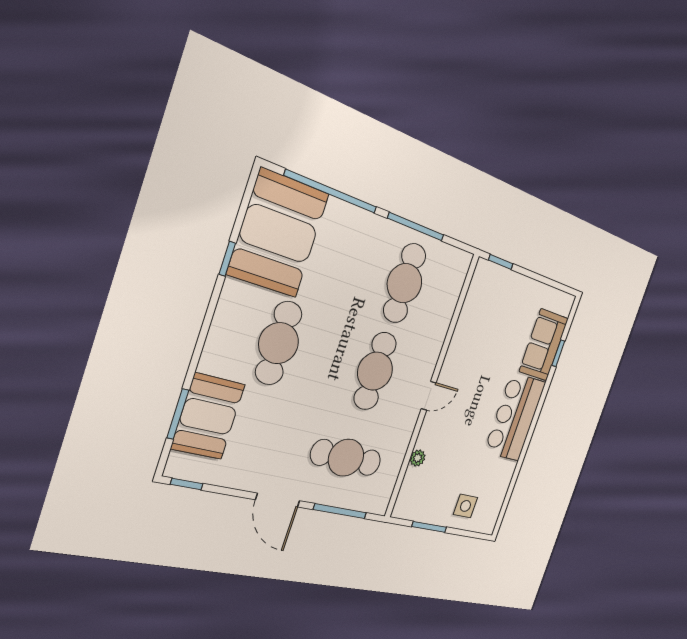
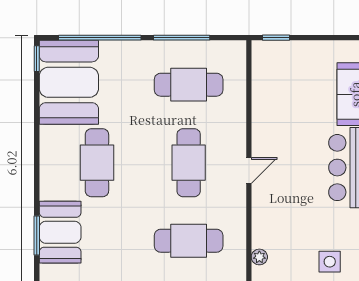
window: (227, 259) -> (37, 59), moved
cafe table: (405, 283) -> (189, 85), turned 90
plant: (418, 458) -> (259, 257), moved

